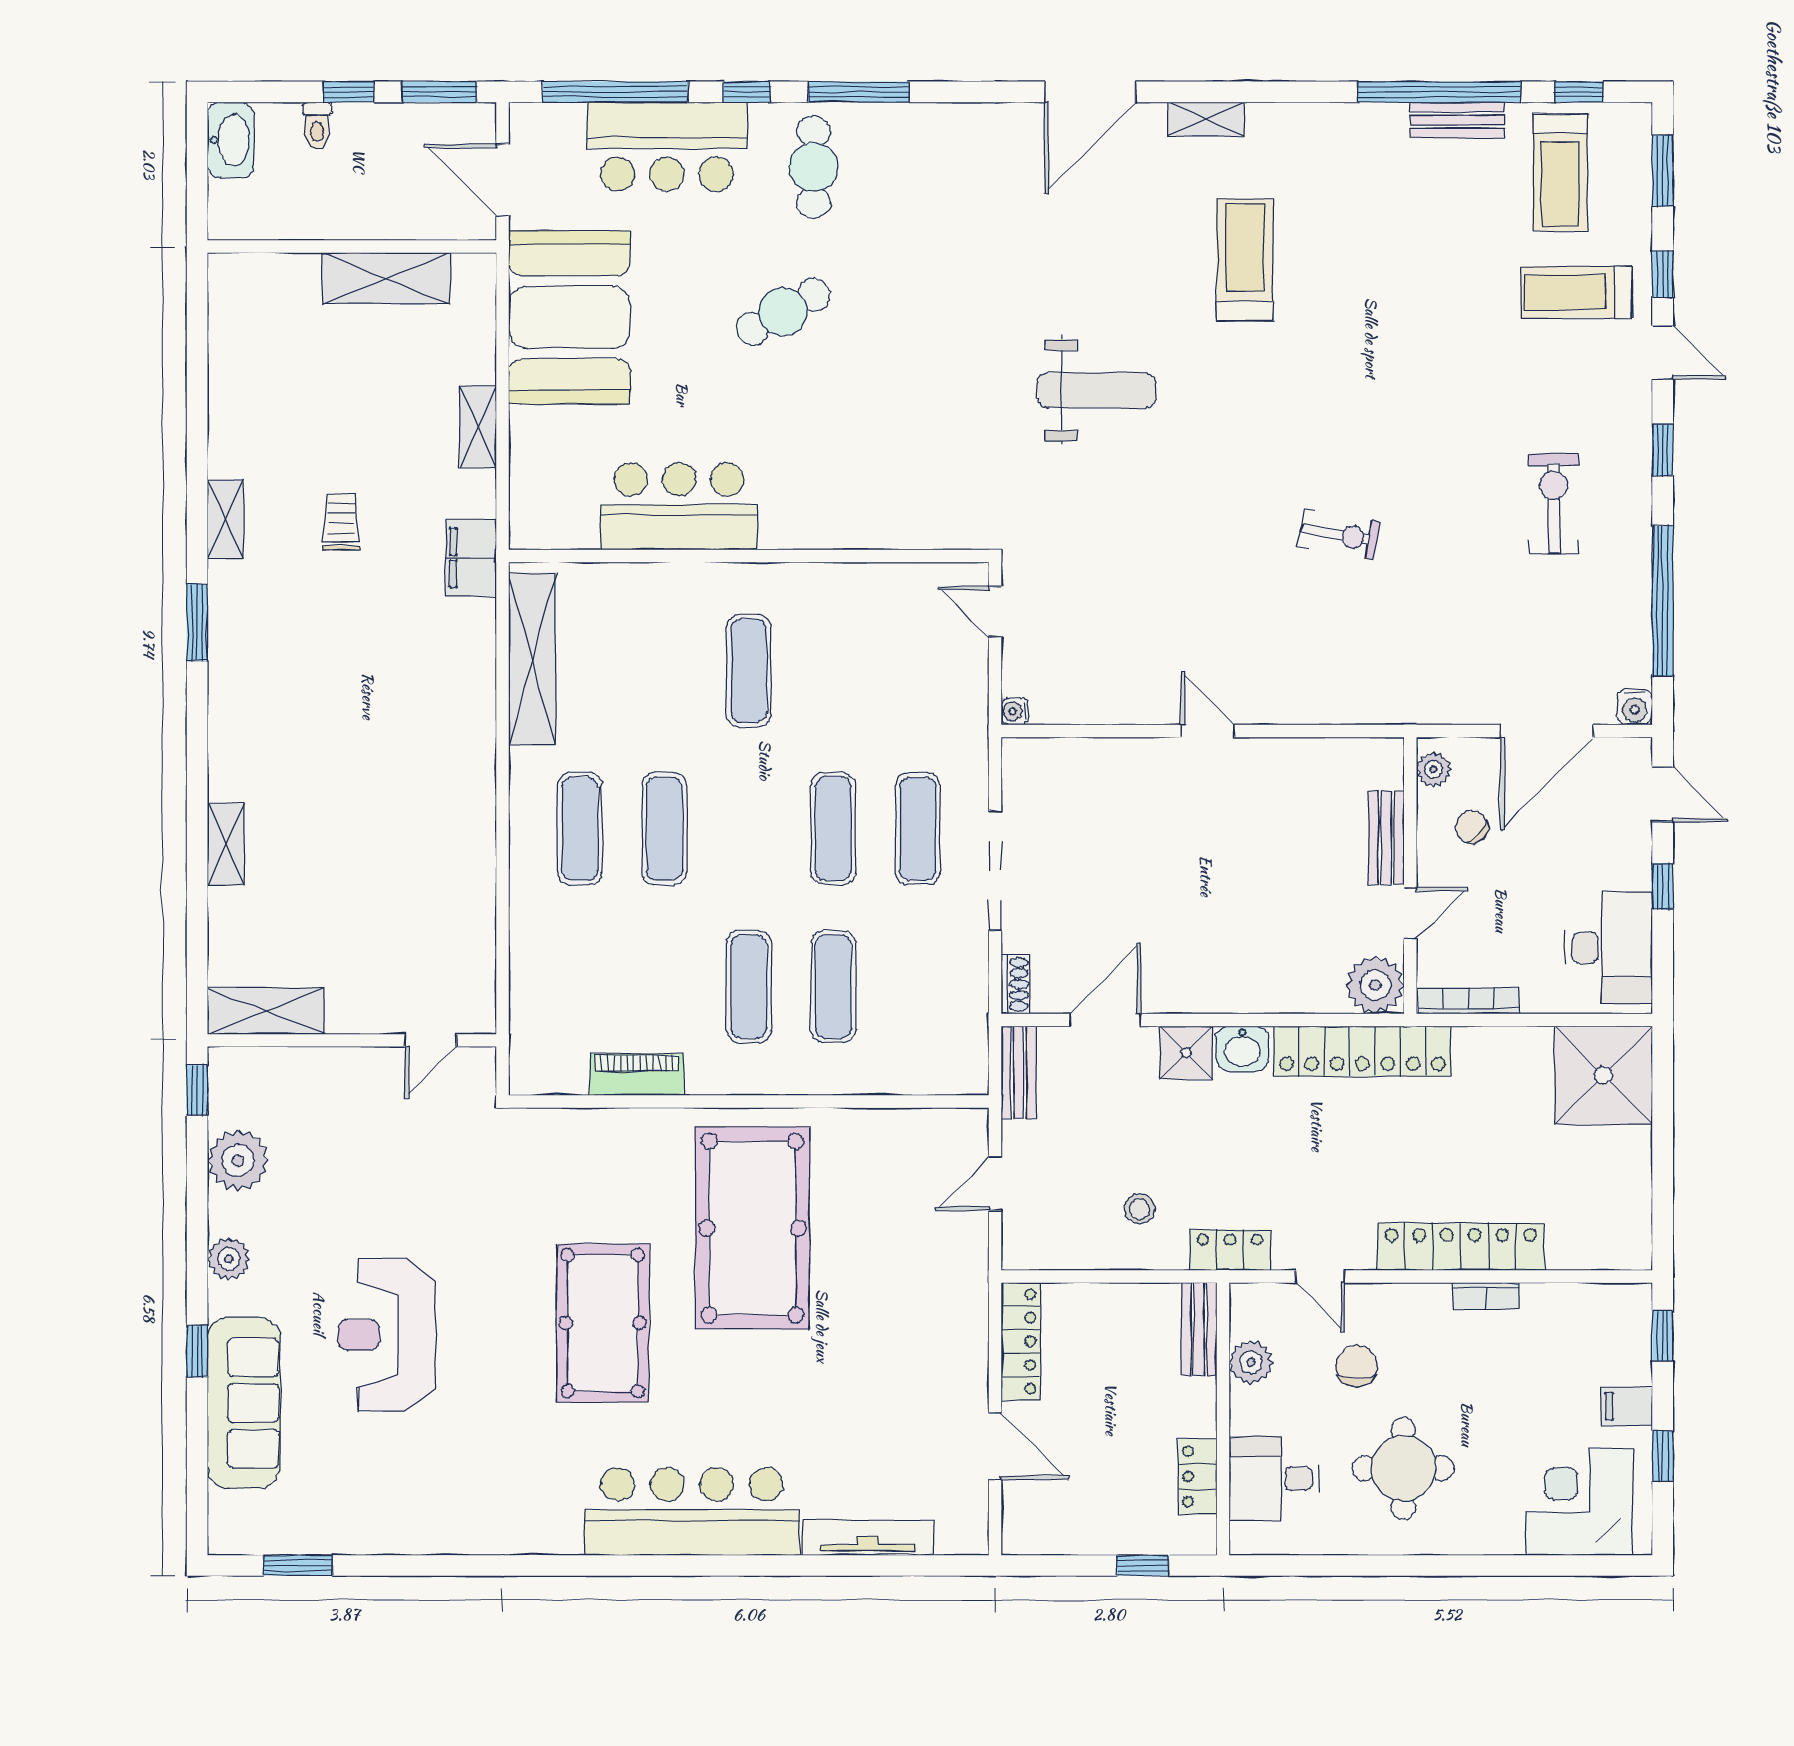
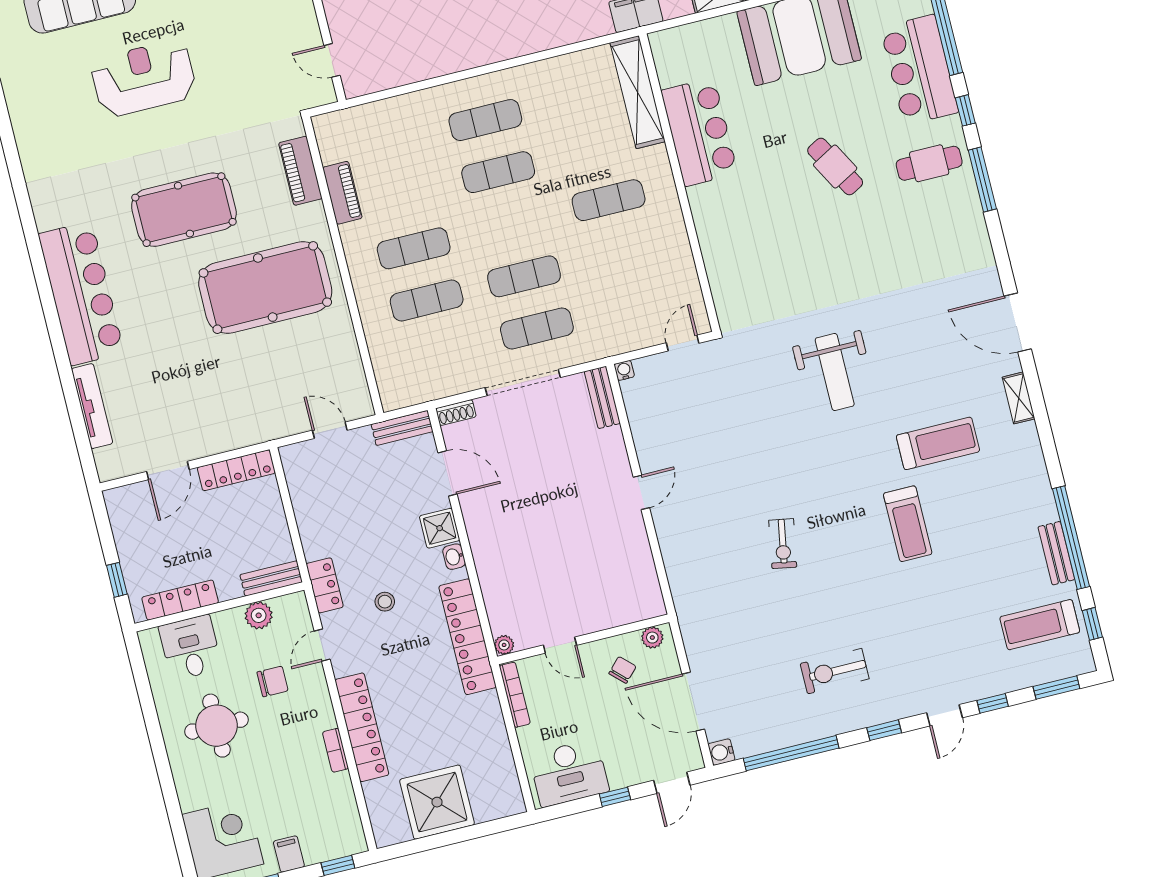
treadmill: (1576, 292) -> (908, 524), moved, turned 180
exercise bike: (1554, 504) -> (835, 671), turned 180
shelving: (532, 659) -> (638, 92), moved, turned 90
bench: (1386, 838) -> (602, 397), moved, turned 90
plant: (1375, 985) -> (504, 645), width x0.53, depth x0.53
washbasin: (1242, 1048) -> (454, 557), width x0.72, depth x0.69
shower: (1603, 1075) -> (437, 802), moved
piano: (587, 1130) -> (300, 171), added
stool: (1140, 1209) -> (385, 602), moved
locker: (1198, 1476) -> (180, 600), width x1.53

